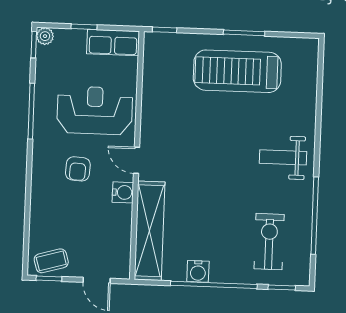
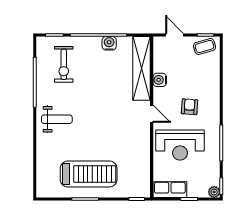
water cooler: (123, 192) -> (160, 80), moved

